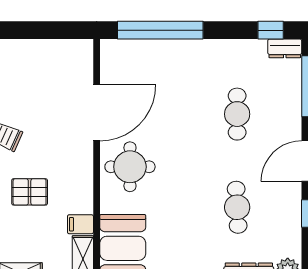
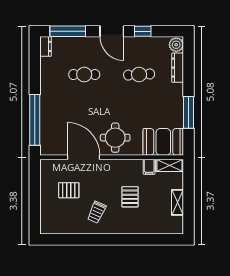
window: (271, 30) -> (35, 55), removed
pallet: (41, 88) -> (69, 190), added

